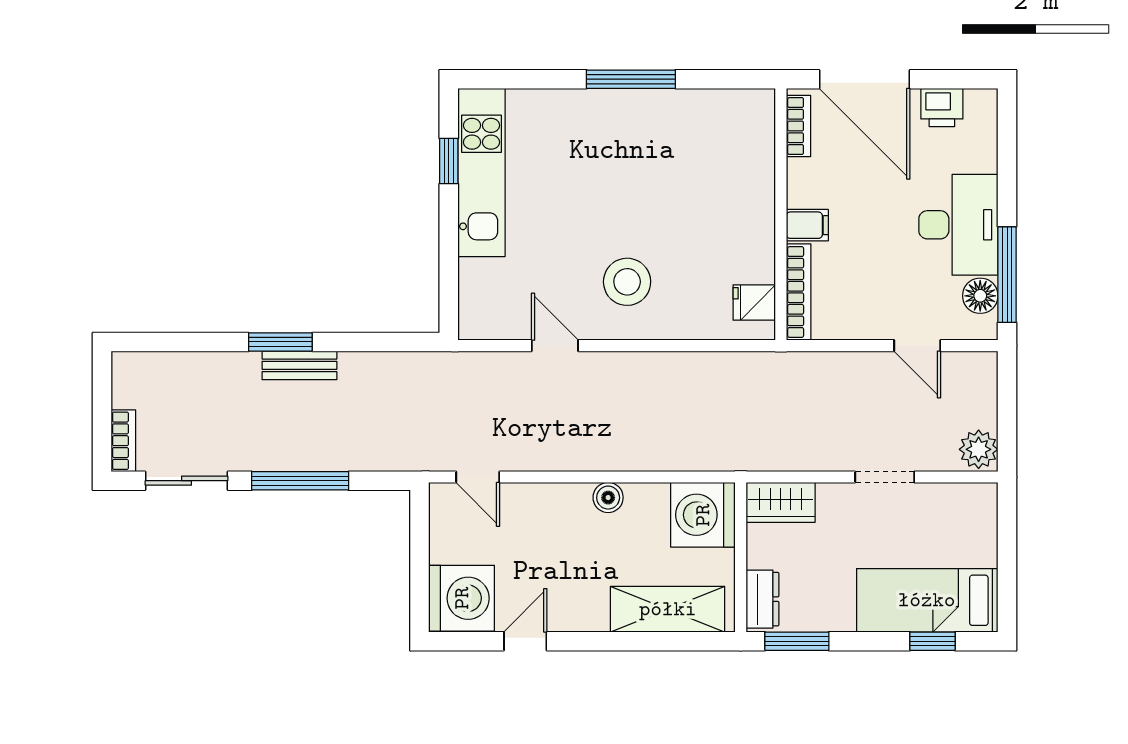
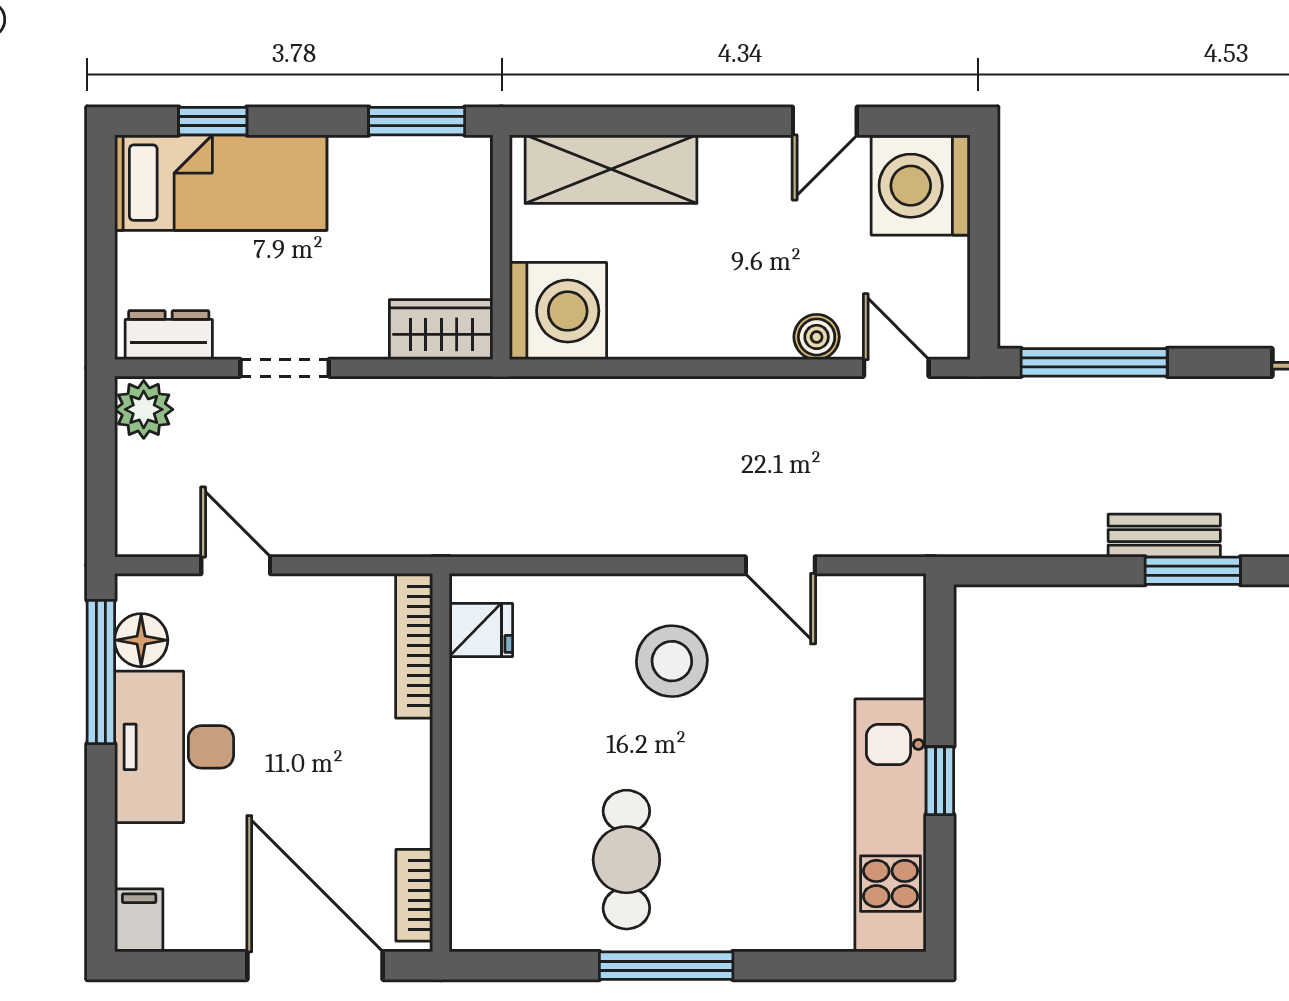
printer: (942, 107) -> (199, 923), removed
cafe table: (657, 150) -> (626, 860), added
window: (449, 161) -> (940, 781), moved
filing cabinet: (807, 225) -> (139, 920), moved, turned 90
window: (300, 481) -> (1094, 362), moved
boiler: (608, 498) -> (817, 337), moved
dresser: (762, 599) -> (169, 335), moved, turned 90

